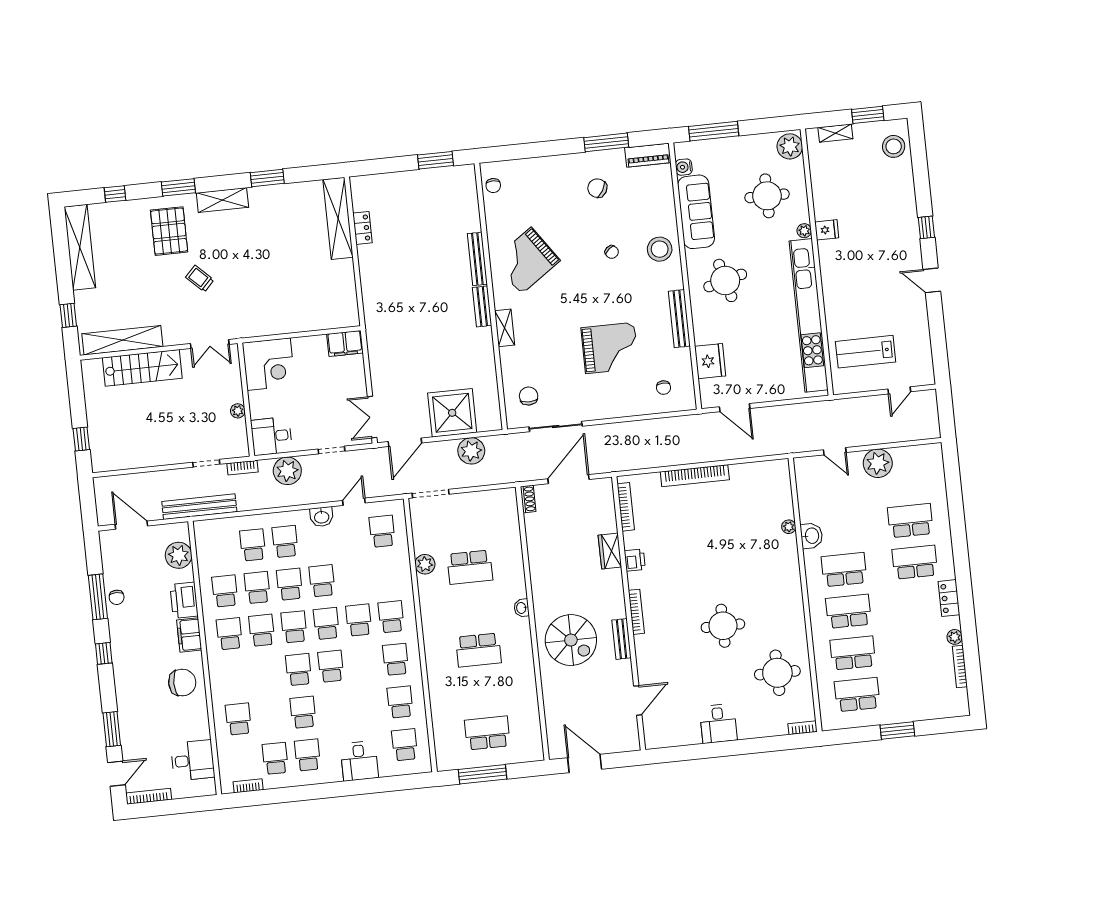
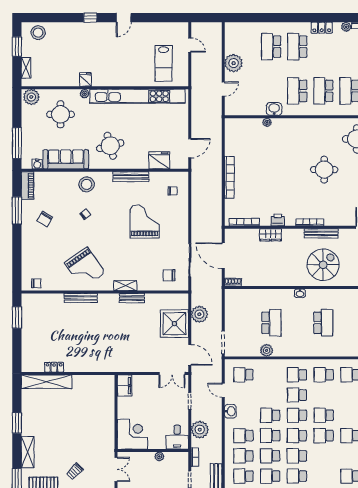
bench: (482, 306) -> (132, 298), moved
school desk: (220, 548) -> (243, 476), added
bench: (622, 639) -> (321, 233), width x1.36

